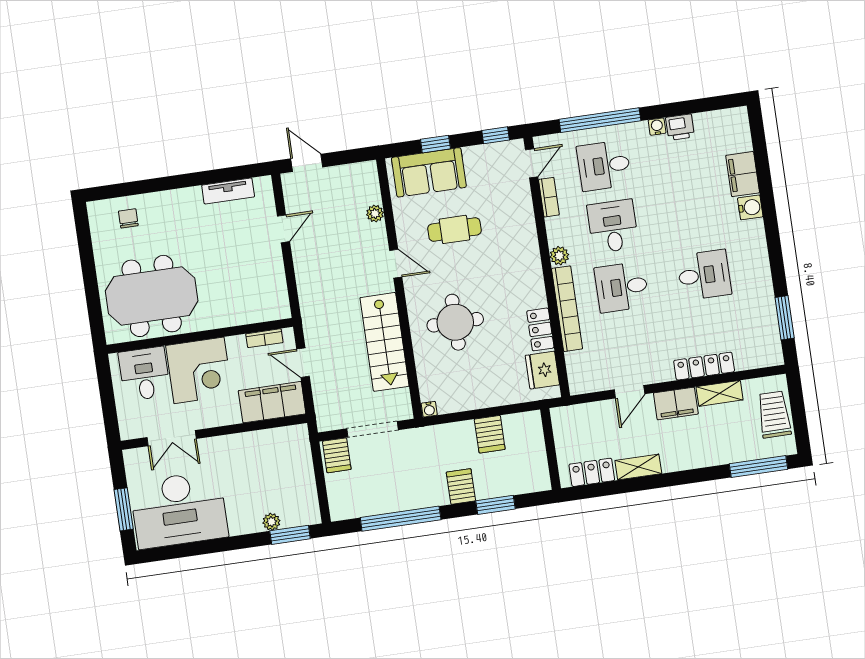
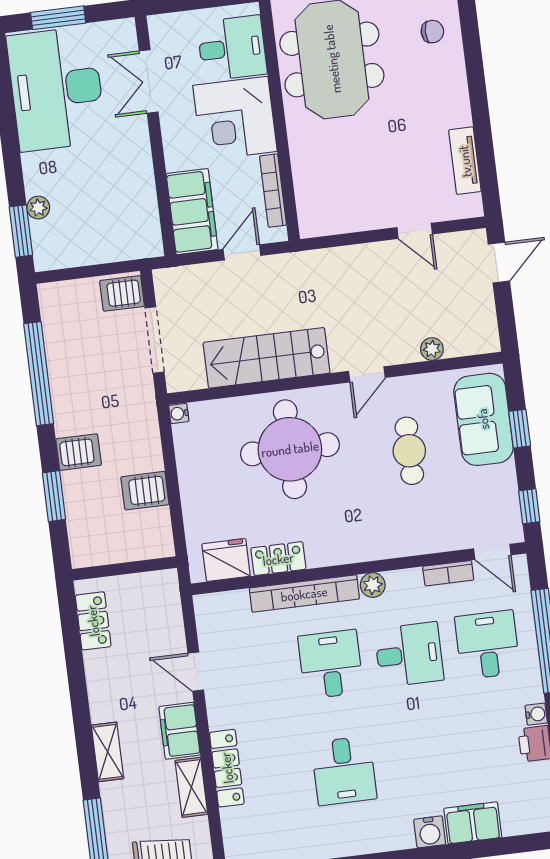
round table: (455, 322) -> (290, 449), width x1.36, depth x1.36
bookcase: (264, 338) -> (273, 191), width x1.56
shelving: (638, 467) -> (108, 752), moved

